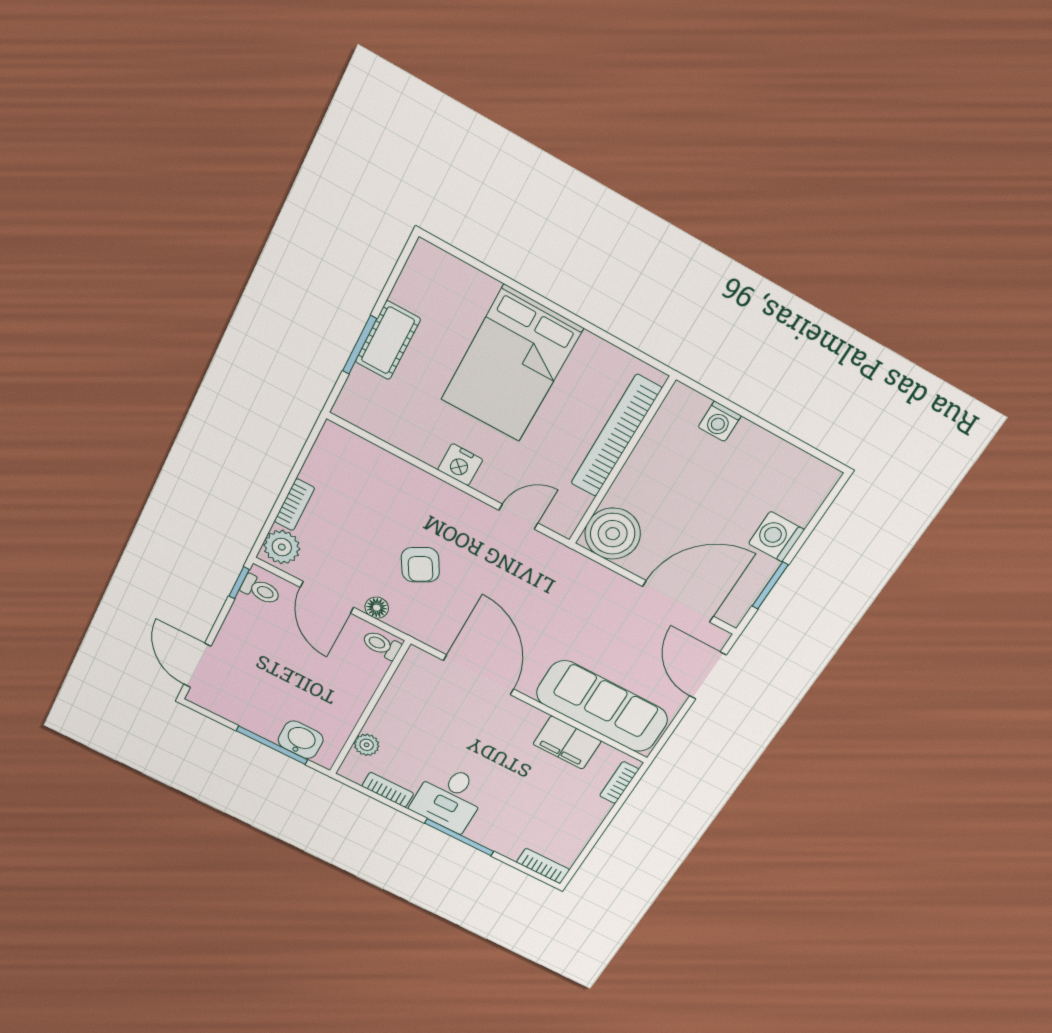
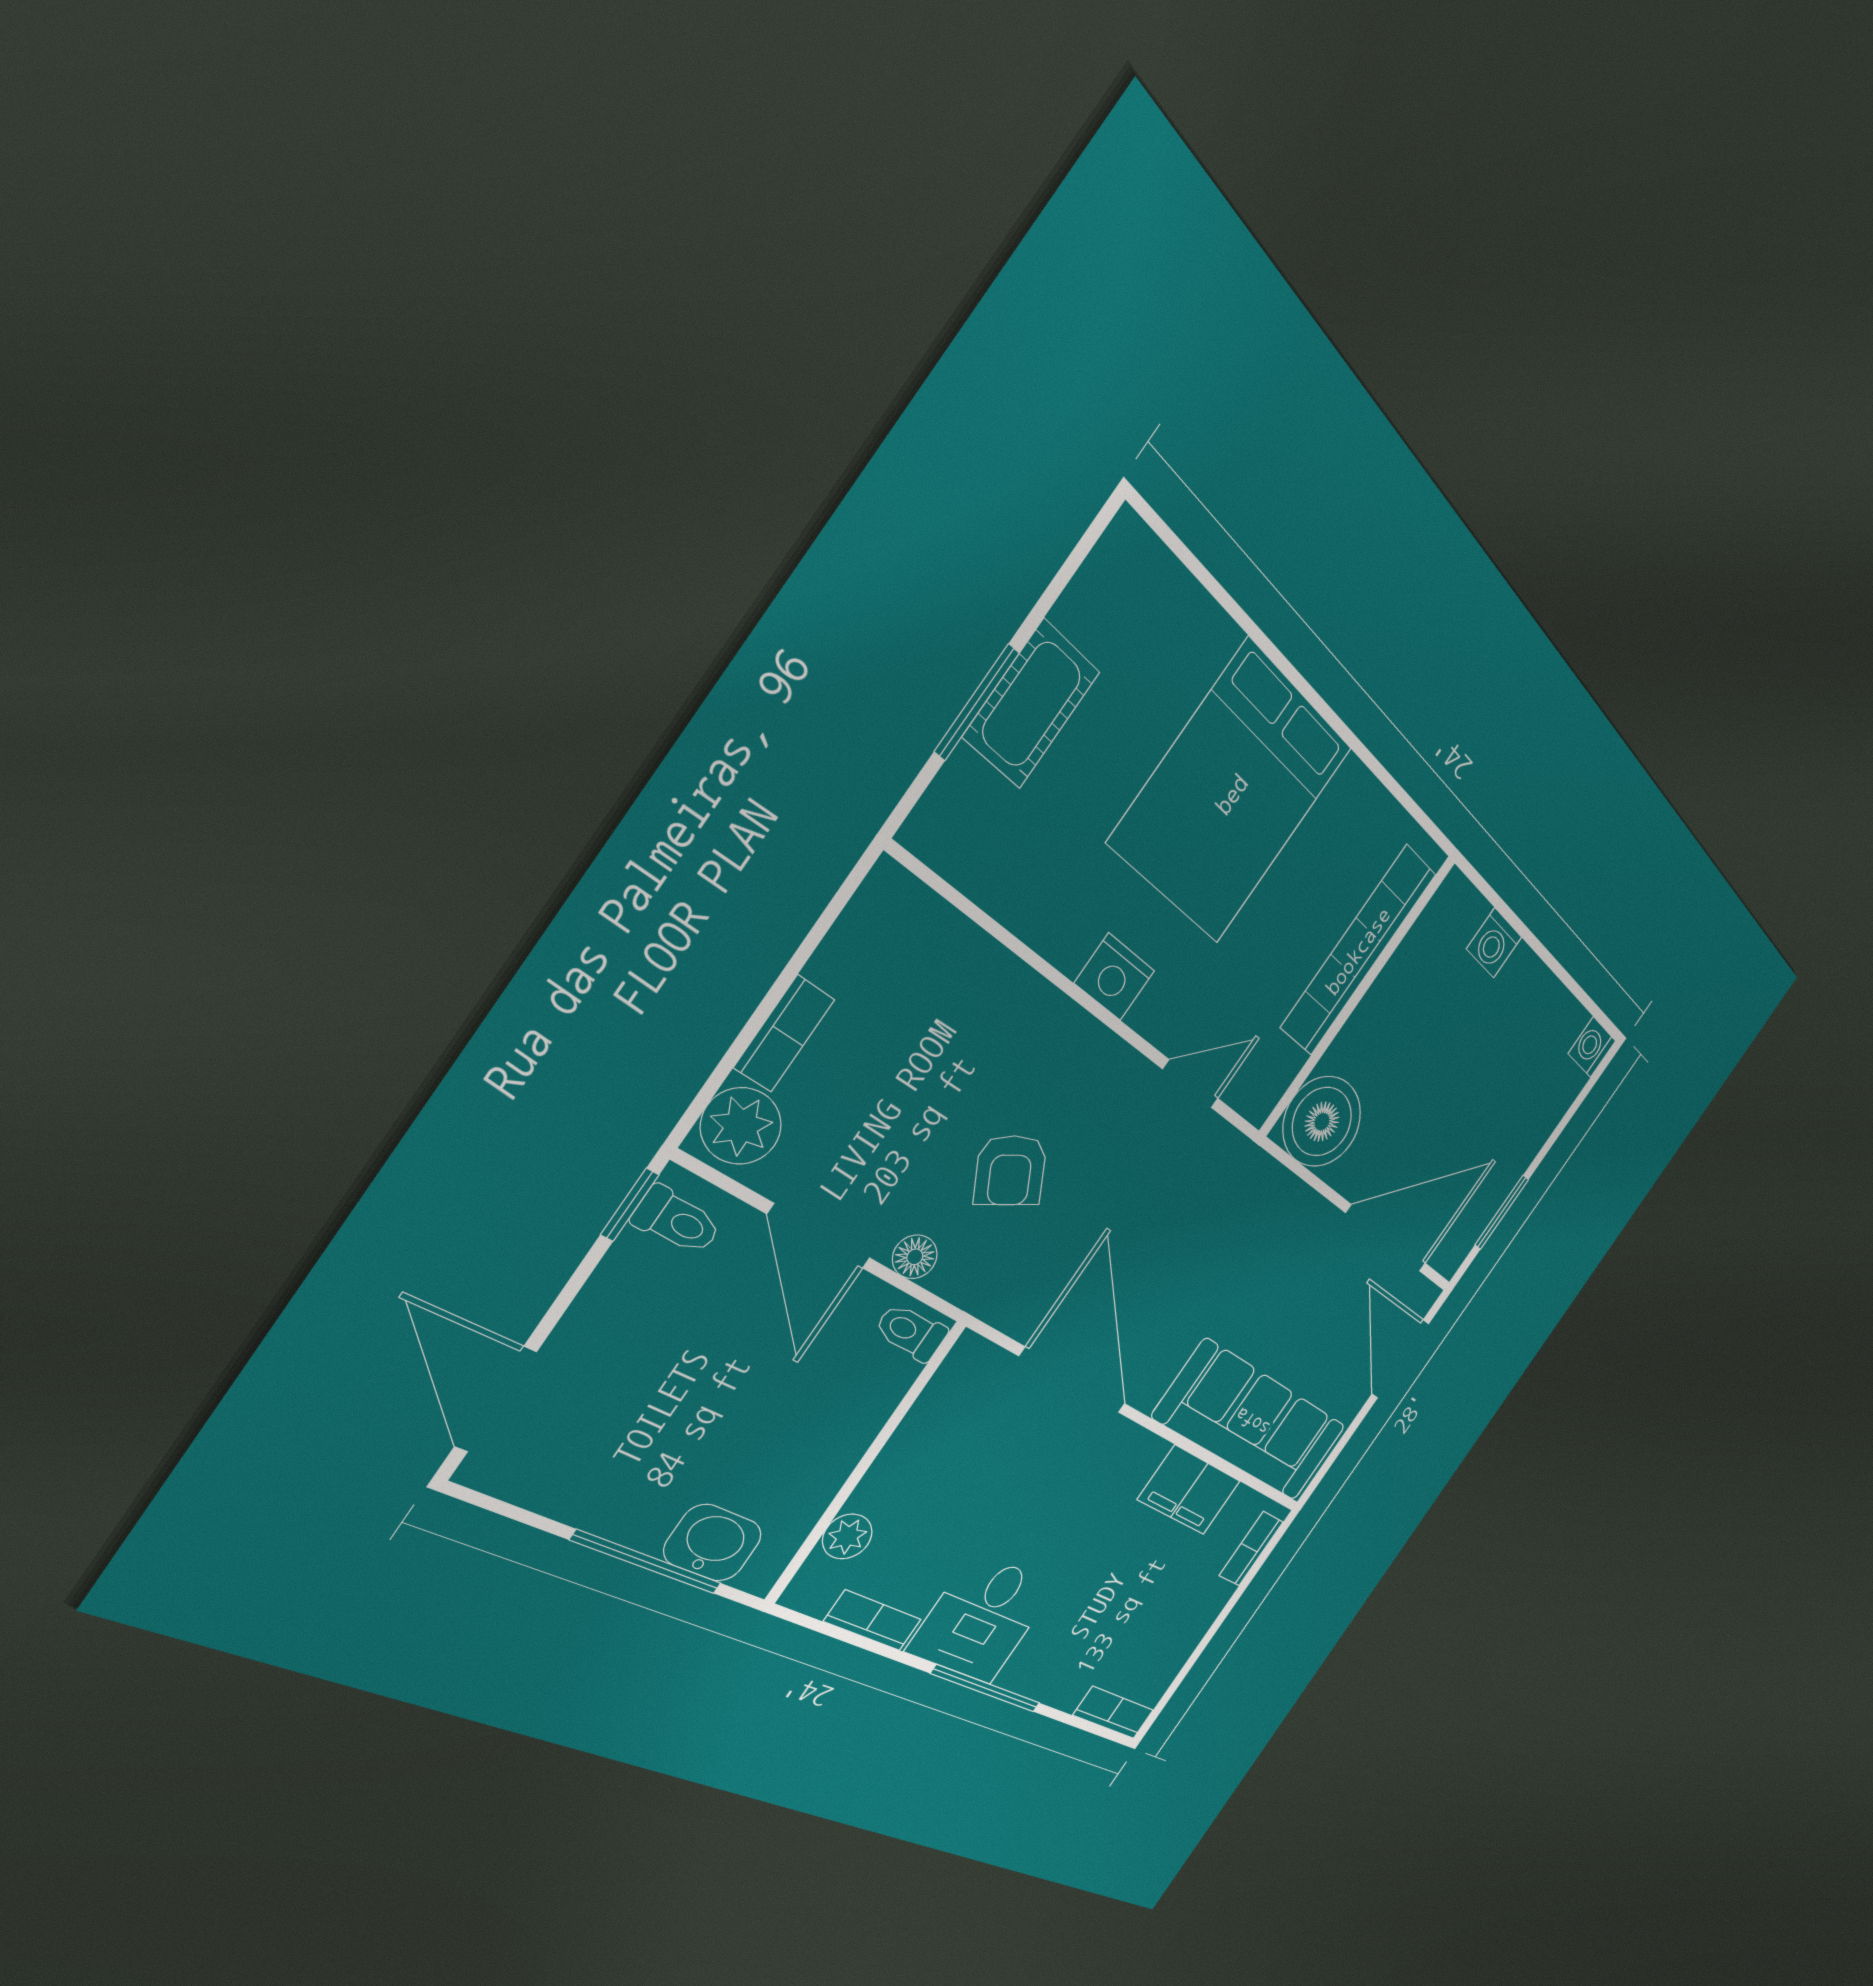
washing machine: (776, 537) -> (1592, 1047), moved, width x0.73, depth x0.73

